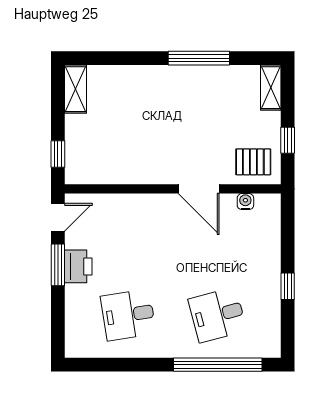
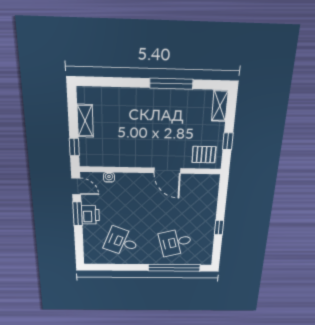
shelving: (76, 89) -> (85, 121), moved
water cooler: (245, 202) -> (109, 177), moved
door: (58, 217) -> (76, 186), hinge flipped
desk: (128, 315) -> (122, 242), turned 30

